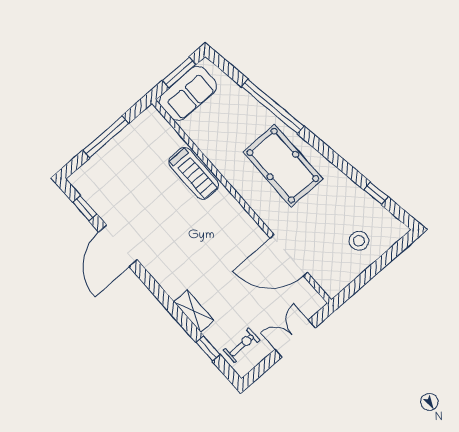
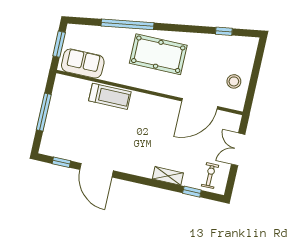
sofa: (188, 93) -> (83, 64), moved, turned -90
stool: (359, 241) -> (234, 81), moved

